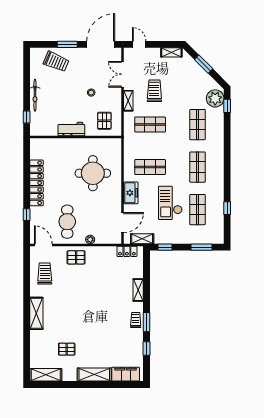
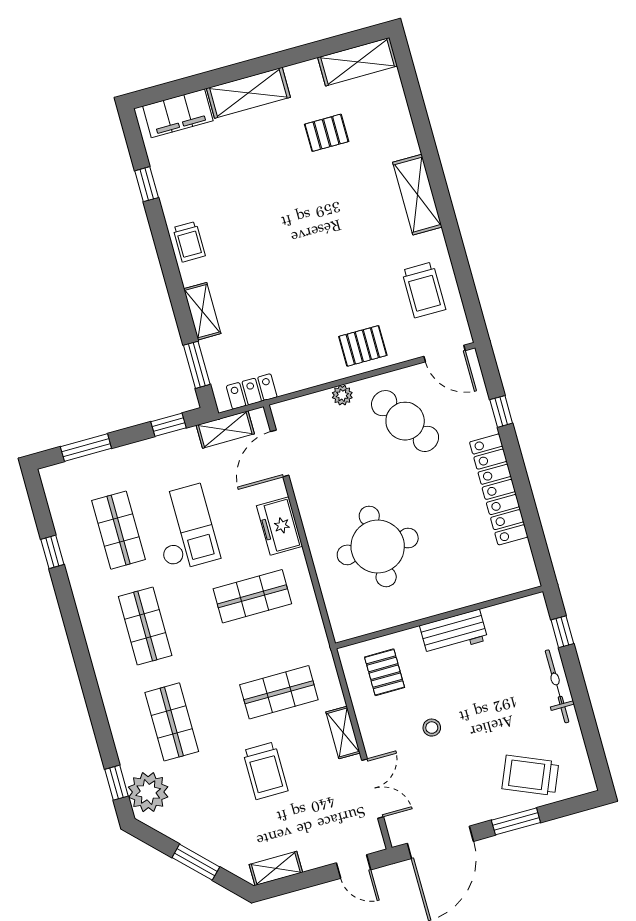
trolley: (154, 91) -> (265, 771), moved
cafe table: (67, 222) -> (405, 421), turned -34
window: (147, 322) -> (197, 365), moved

